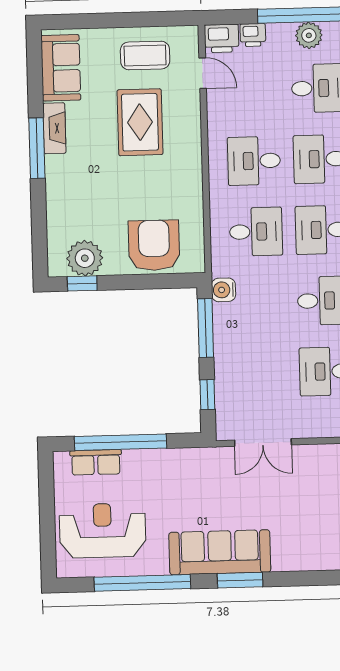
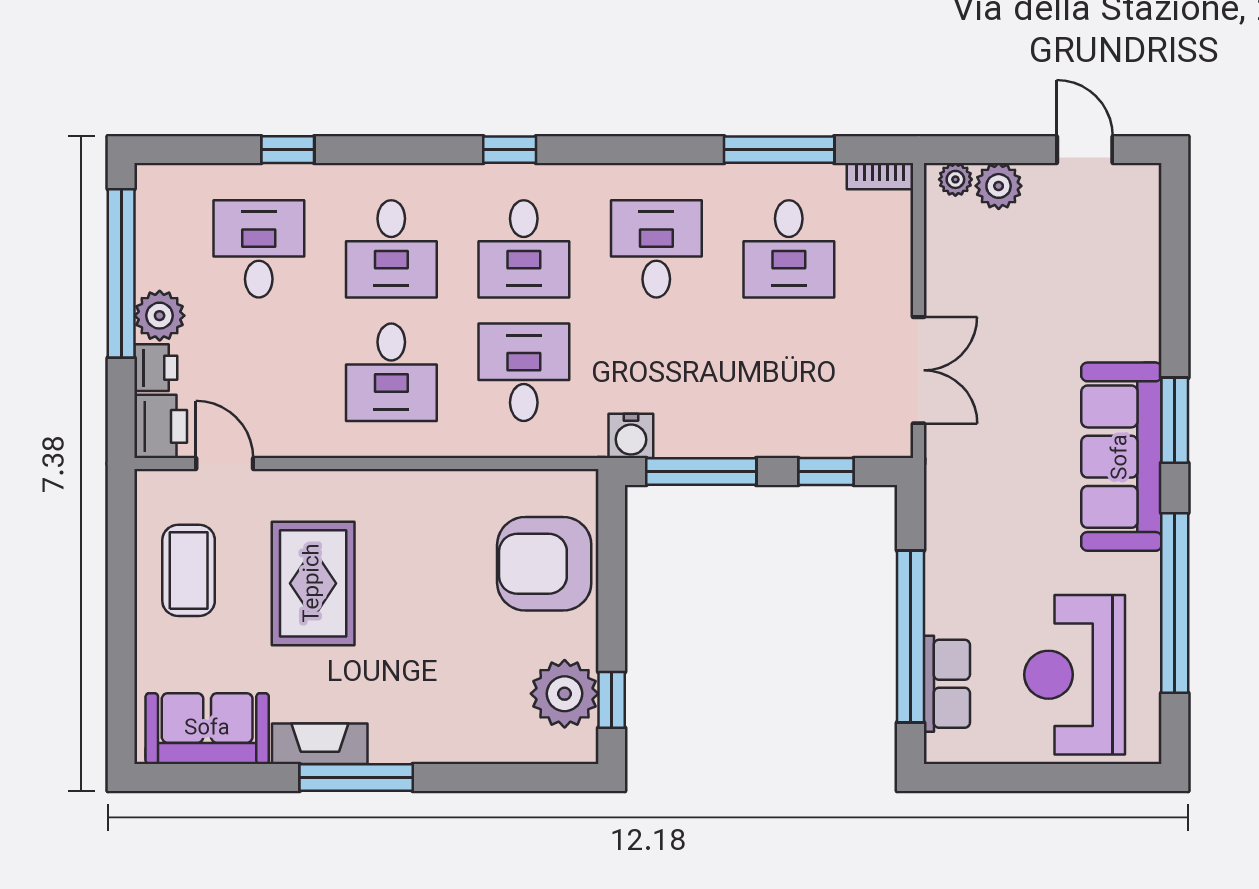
plant: (309, 35) -> (160, 316), moved
door: (203, 73) -> (225, 464), hinge flipped
rug: (140, 122) -> (313, 583), turned 90

